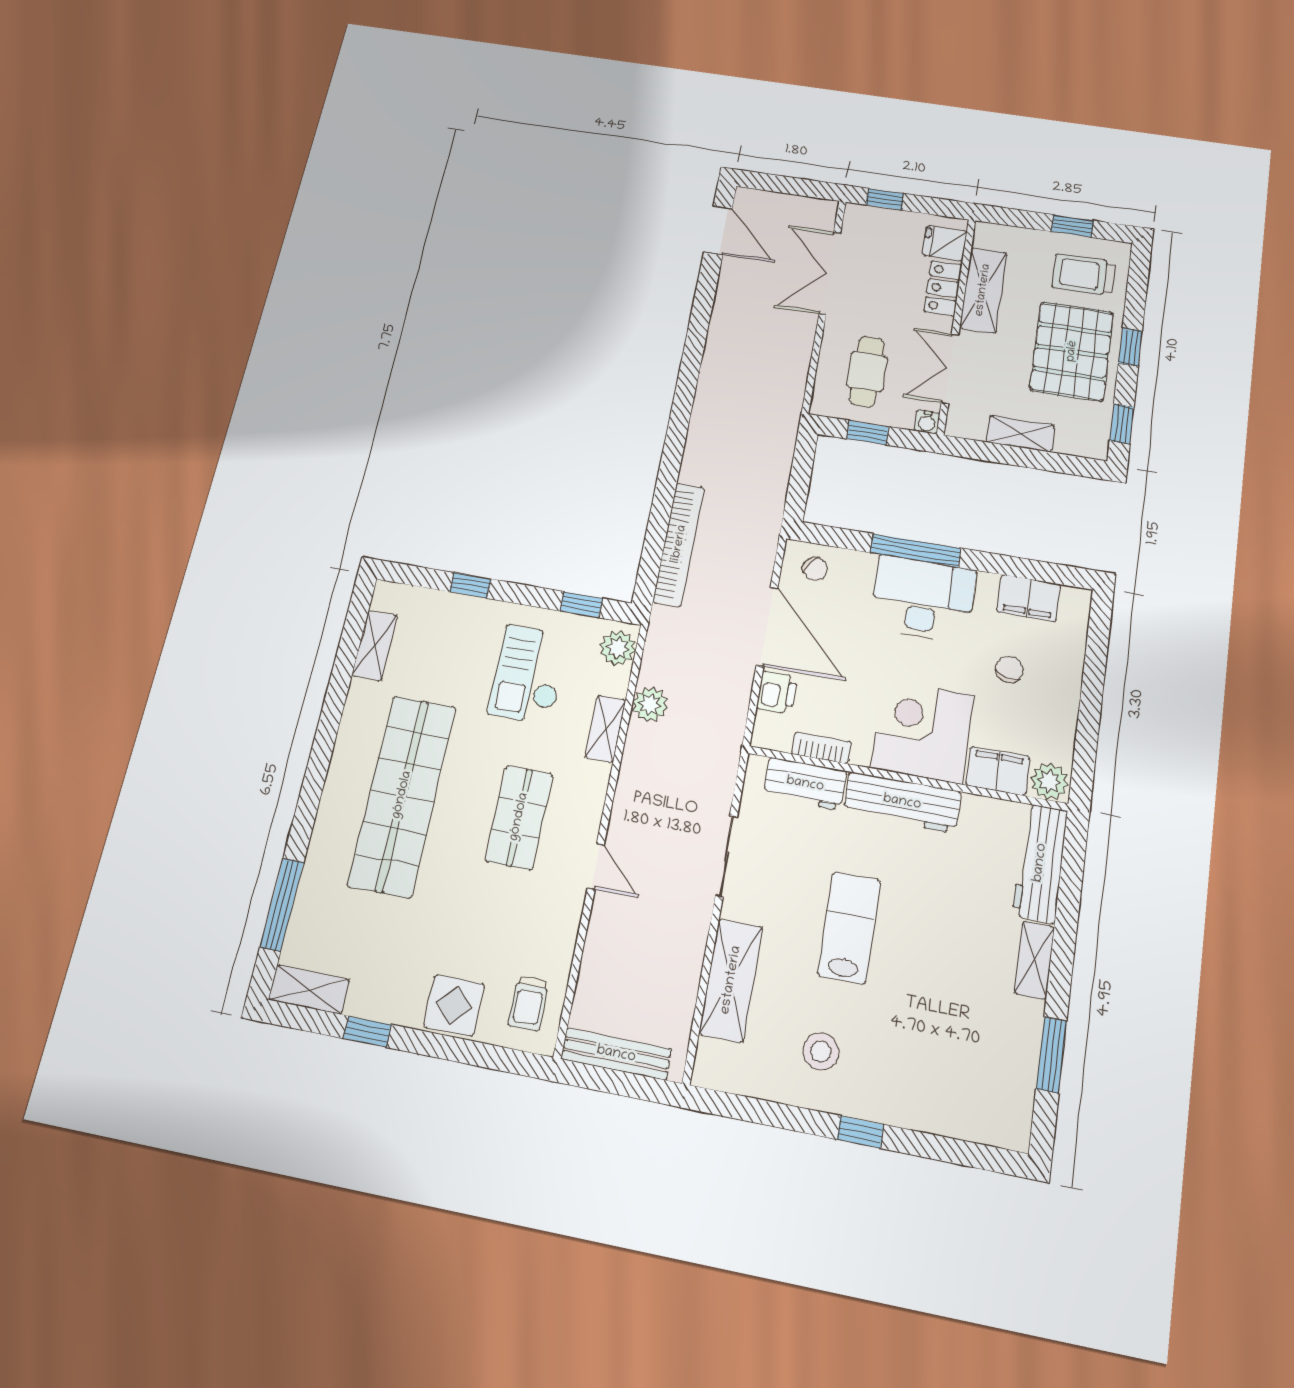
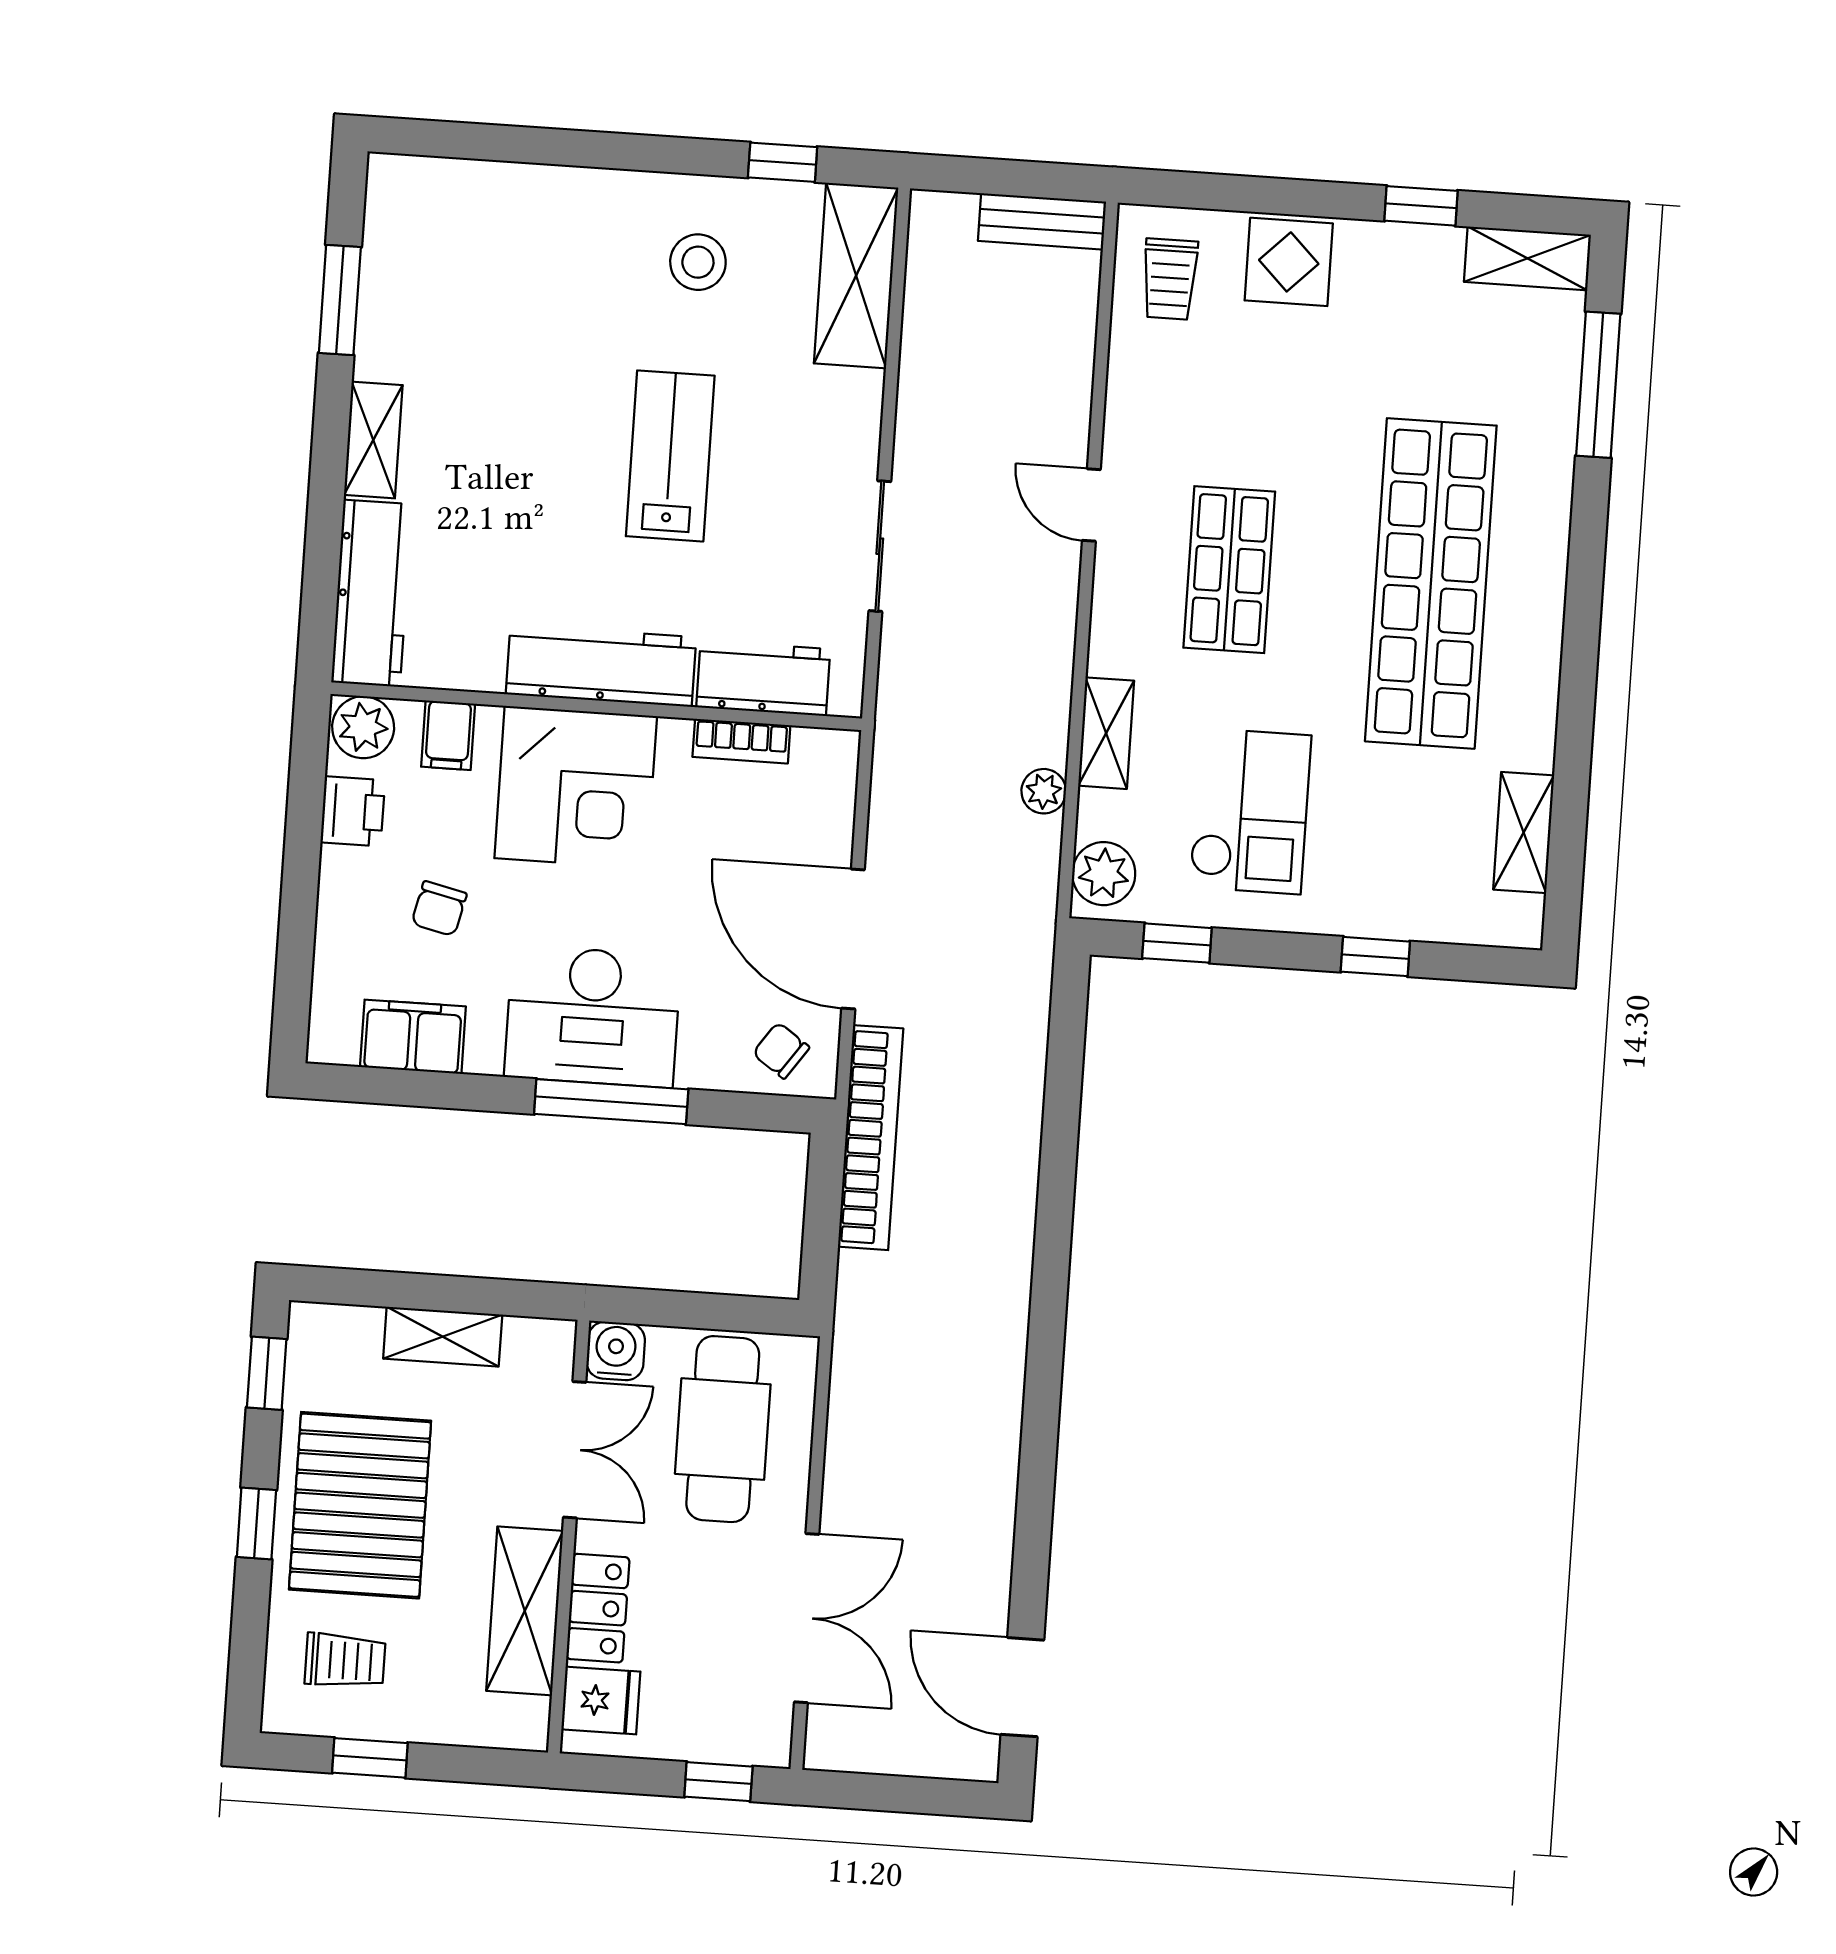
trolley: (1084, 274) -> (345, 1661), width x0.73, depth x0.72
cafe table: (867, 371) -> (723, 1429), width x1.37, depth x1.35
water cooler: (927, 422) -> (616, 1351), width x1.38, depth x1.38
window: (868, 433) -> (712, 1311), removed
bookcase: (679, 544) -> (871, 1138), moved, turned 180
printer: (777, 692) -> (353, 811), moved, turned 180
plant: (650, 704) -> (1044, 791), width x0.73, depth x0.73
filing cabinet: (998, 771) -> (448, 735), width x0.50
lab bench: (849, 928) -> (670, 456), turned 180
shelving: (731, 980) -> (856, 275), moved
trolley: (528, 1003) -> (1170, 279), turned 180
bench: (616, 1054) -> (1042, 221), width x0.73
window: (860, 1132) -> (783, 162), moved

